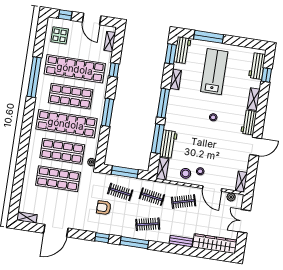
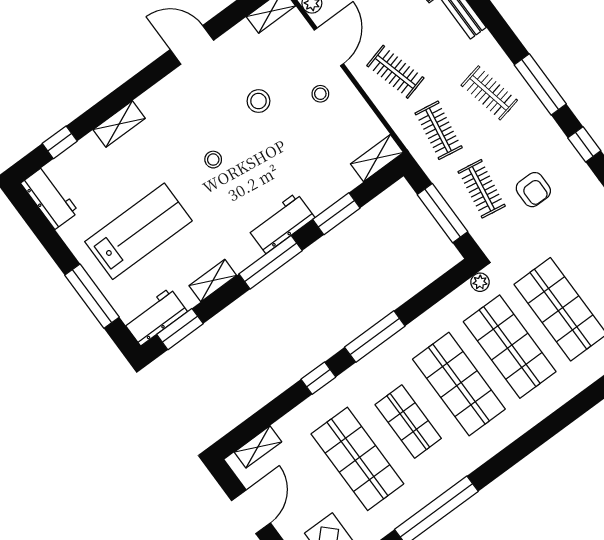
workbench: (257, 66) -> (50, 197), moved, turned -90
shop shelf: (75, 69) -> (357, 459), width x0.71
window: (114, 70) -> (318, 378), moved
lab bench: (214, 72) -> (138, 231), turned 180
shop shelf: (71, 96) -> (408, 421), width x0.70, depth x0.74
workbench: (249, 122) -> (164, 95), removed
shop shelf: (66, 124) -> (459, 384), width x0.71
window: (158, 139) -> (336, 214), width x0.69
workbench: (168, 144) -> (281, 223), moved
stool: (186, 173) -> (258, 101), moved

